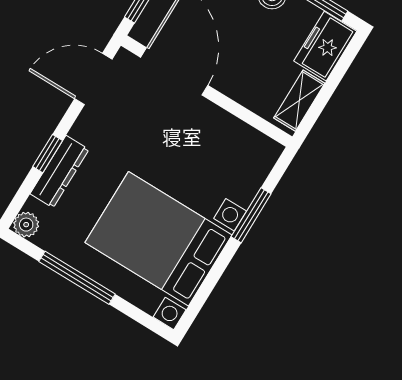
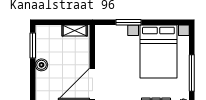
freezer: (325, 46) -> (48, 33), removed

